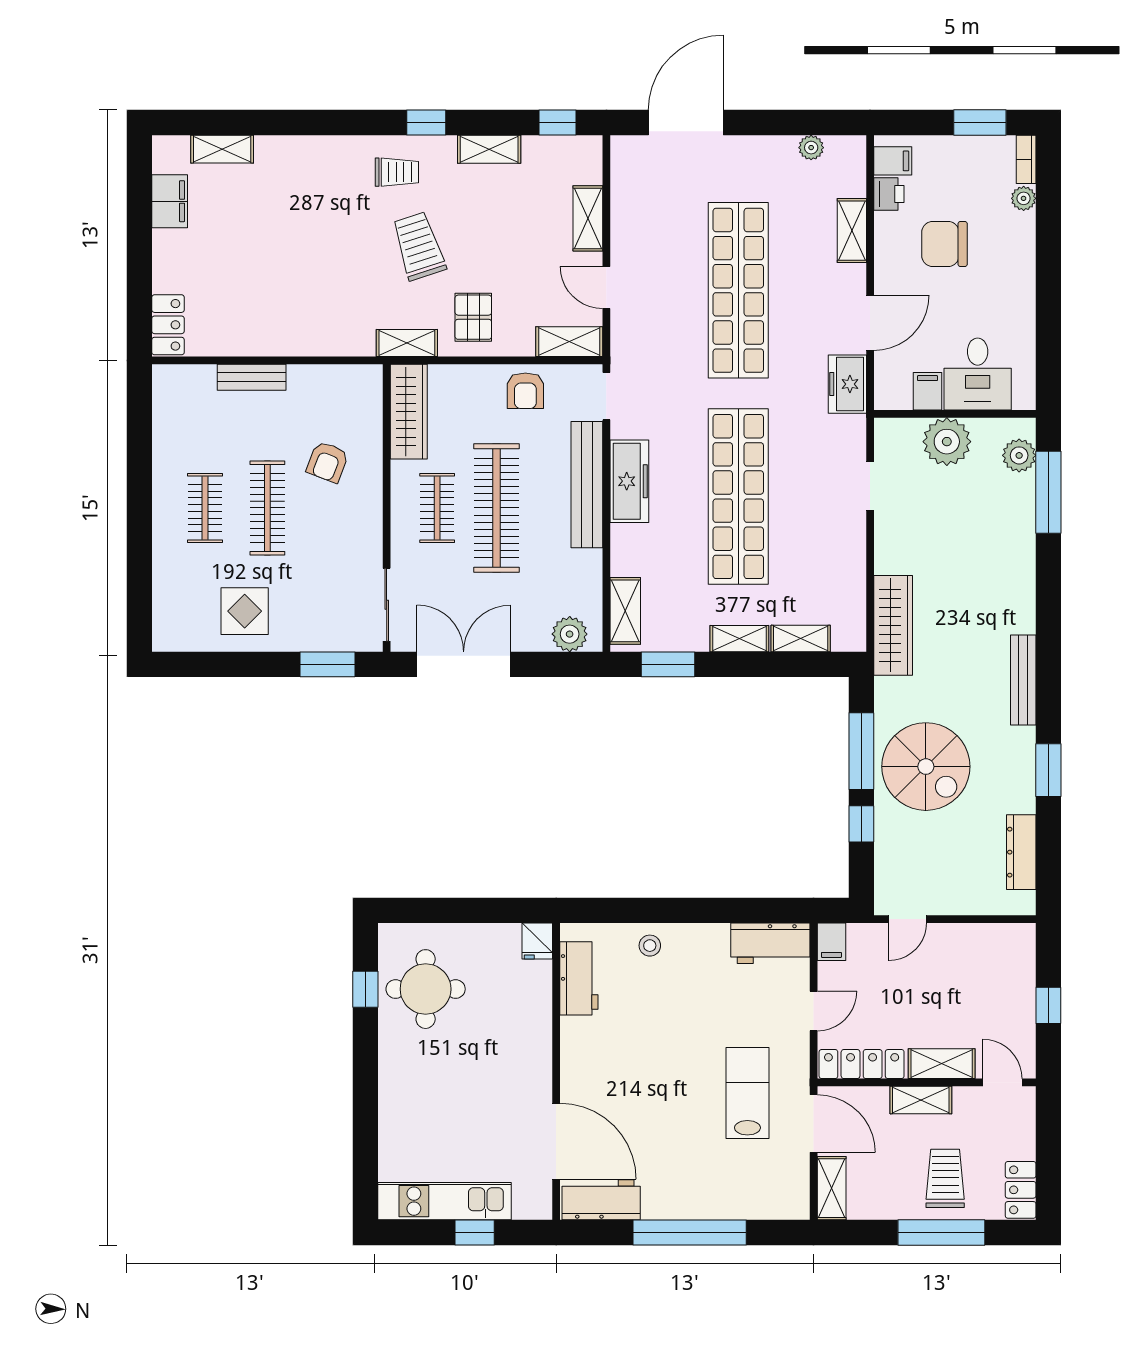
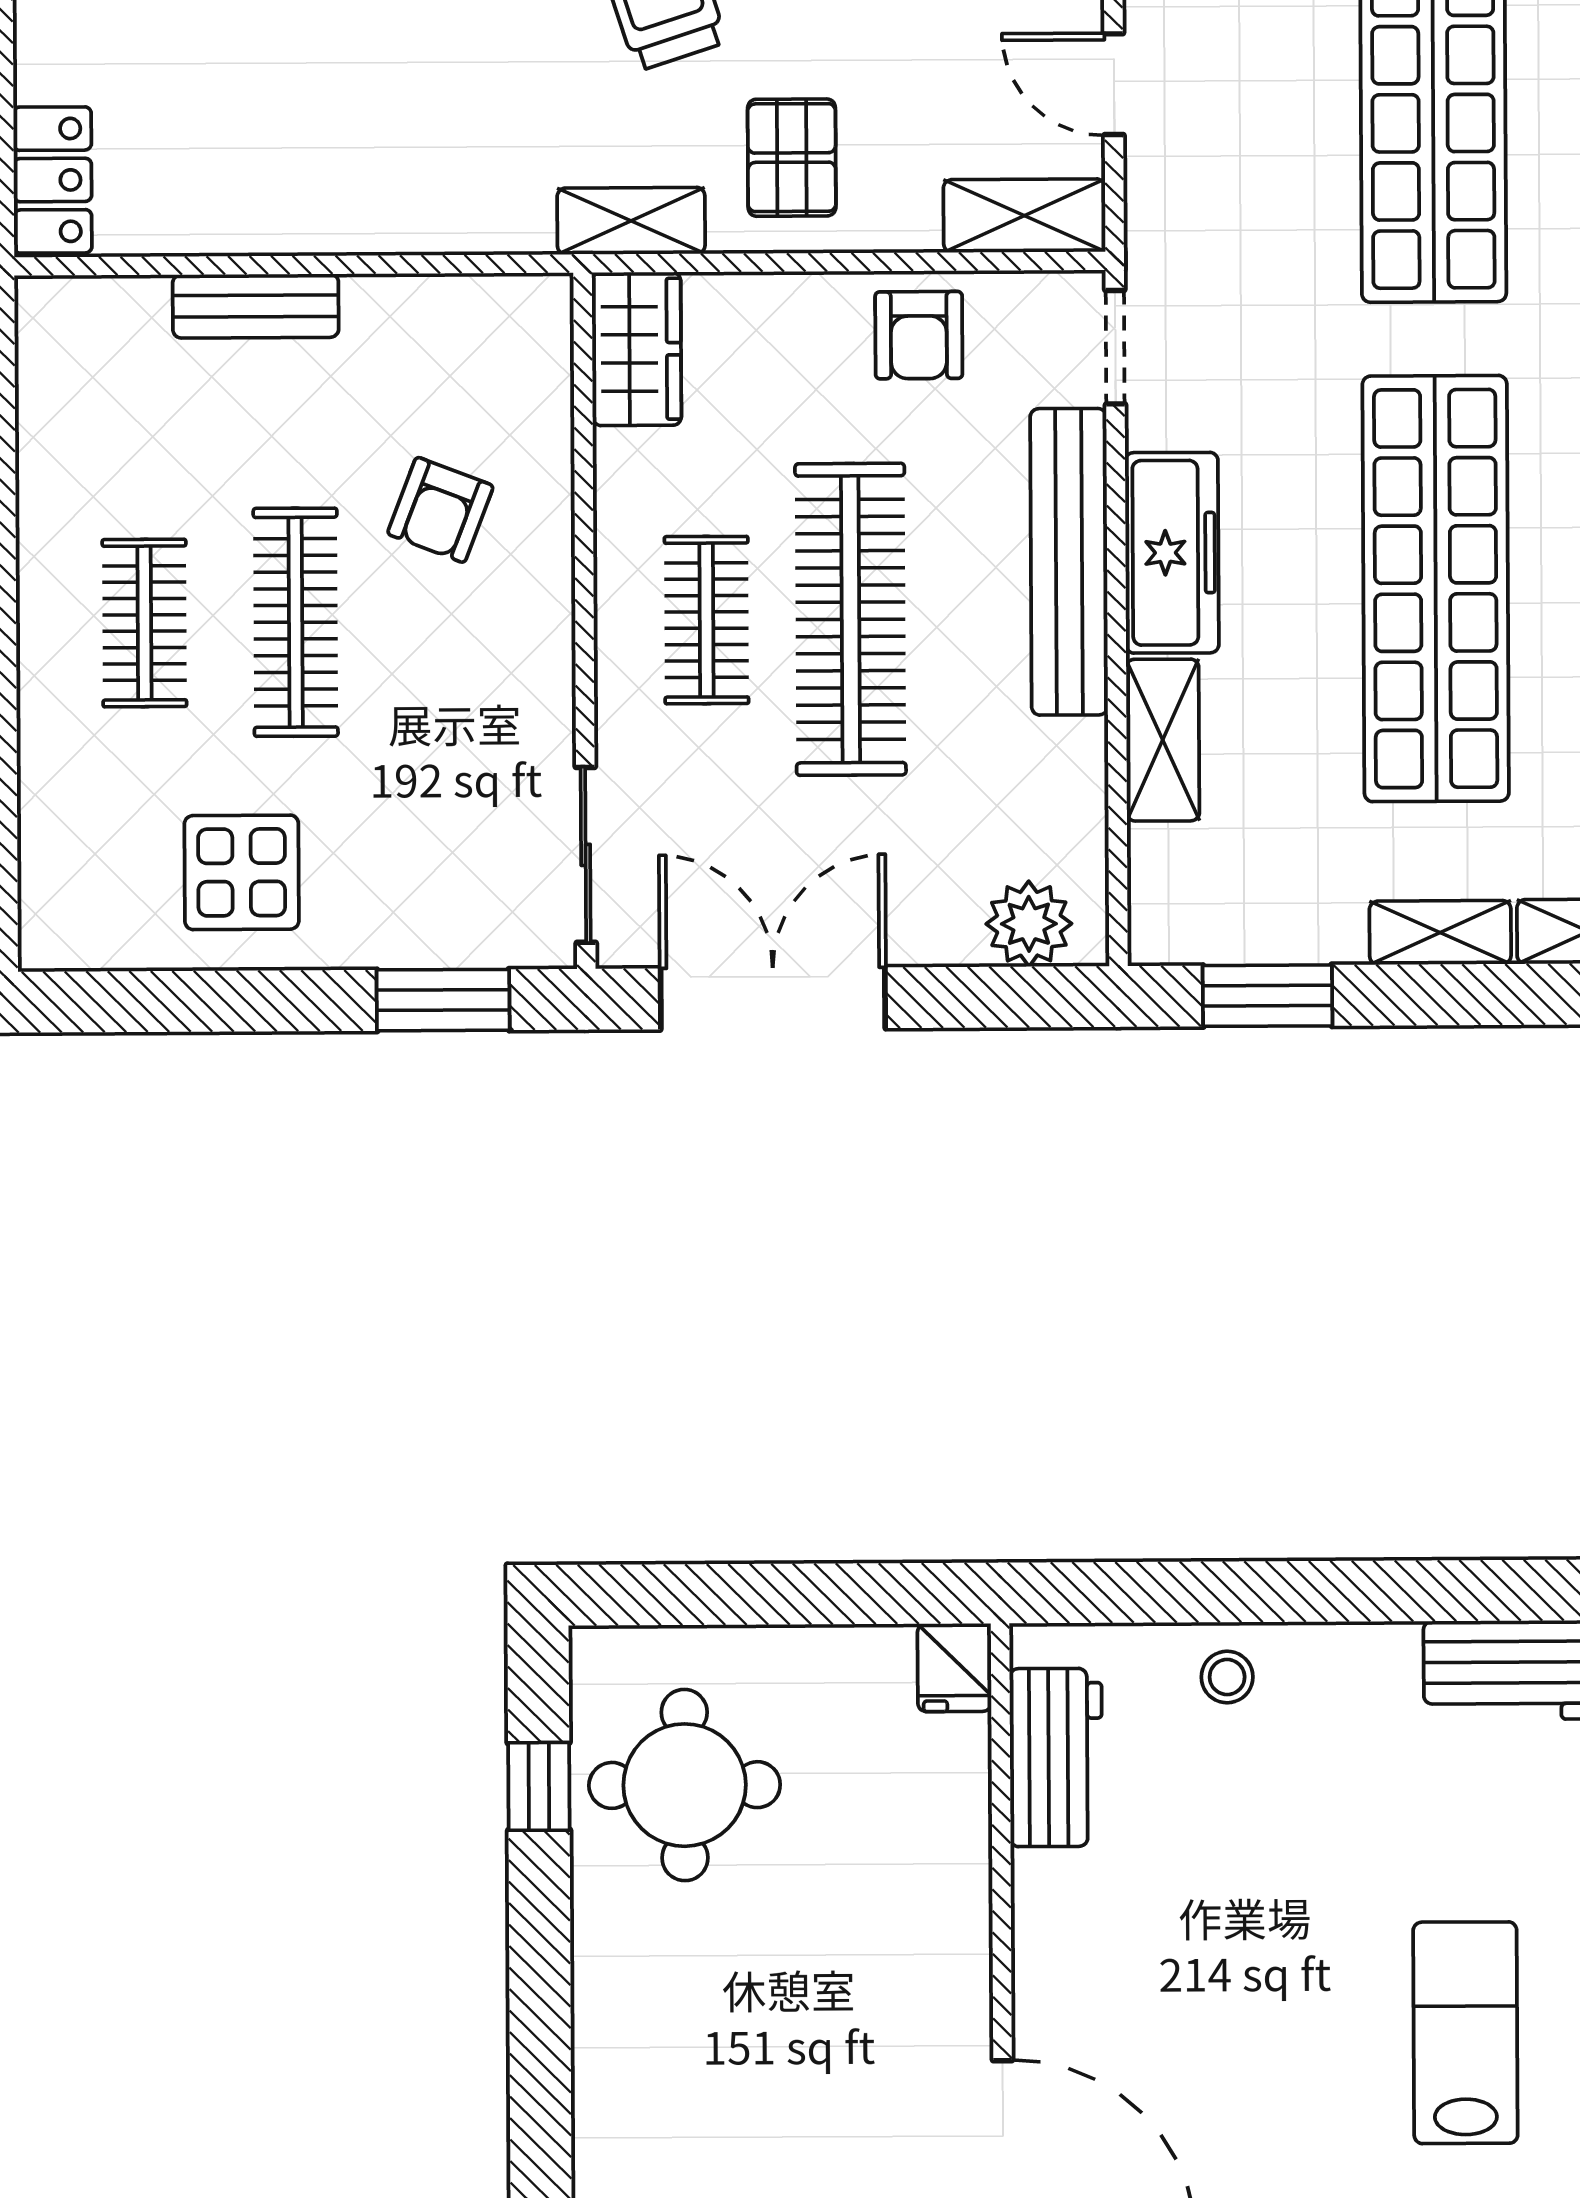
wardrobe: (409, 412) -> (637, 349), width x0.67
shelving: (625, 611) -> (1163, 740), moved

